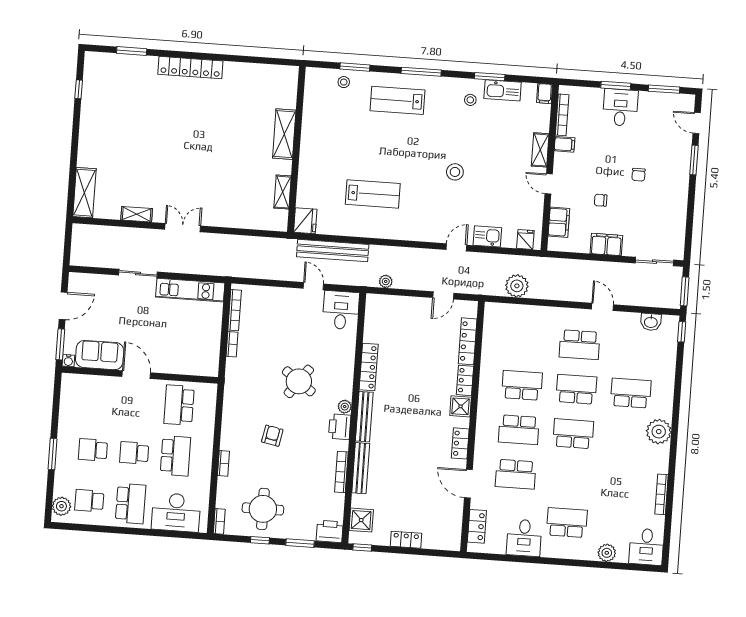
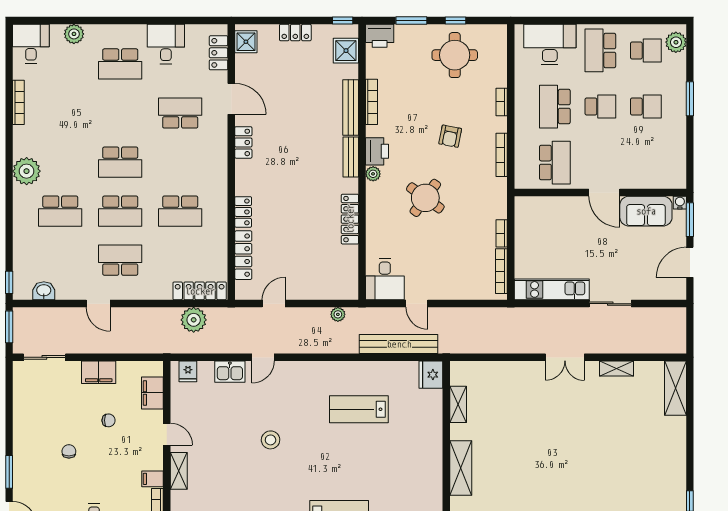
locker: (510, 312) -> (200, 291), added
shower: (461, 406) -> (246, 42), moved
bench: (364, 417) -> (351, 157), width x0.73
school desk: (519, 430) -> (180, 162), removed
bookcase: (219, 521) -> (502, 155), moved, width x1.56

